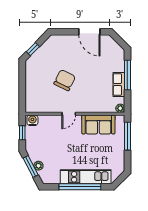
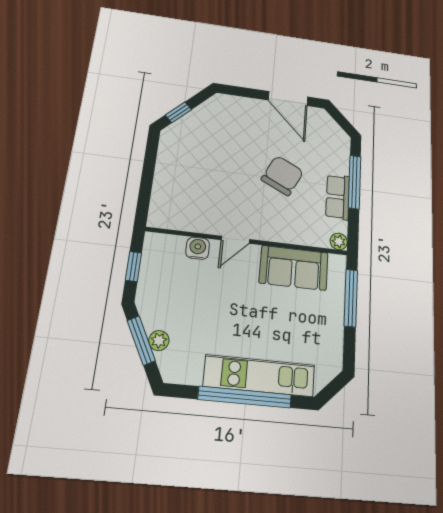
chair: (65, 80) -> (282, 176), moved
water cooler: (32, 120) -> (198, 248), moved

